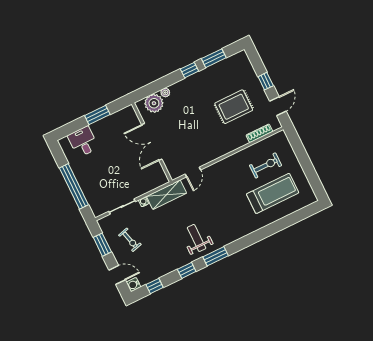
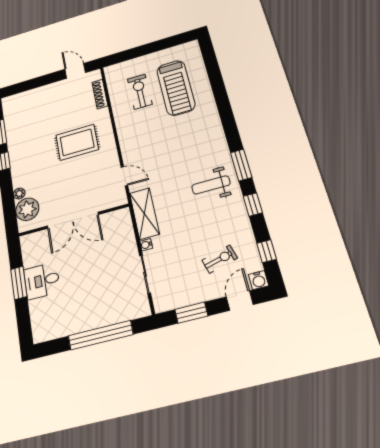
window: (266, 81) -> (43, 80), removed
rug: (234, 107) -> (77, 142), moved, turned 90
desk: (83, 142) -> (42, 281), moved
treadmill: (273, 193) -> (176, 88), turned 180
exercise bike: (130, 240) -> (220, 259), moved

